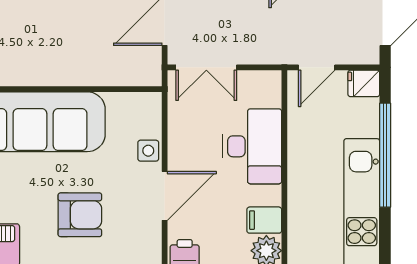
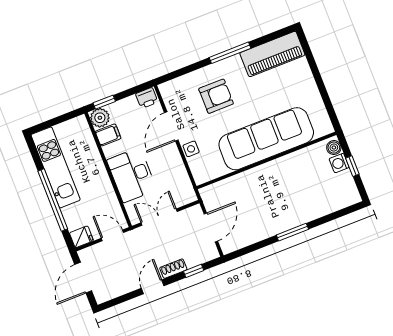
double door: (206, 67) -> (159, 217), moved
door: (317, 67) -> (112, 235), hinge flipped
armchair: (80, 215) -> (216, 96), turned 180

